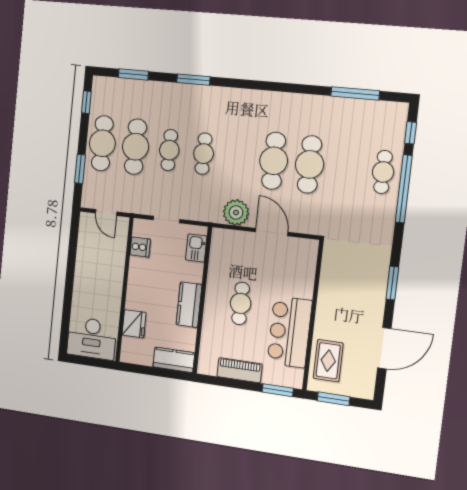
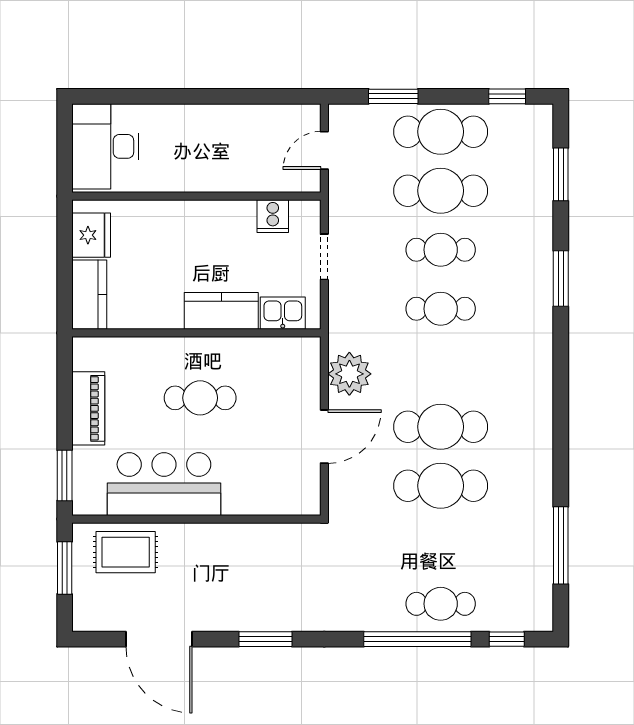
kitchen counter: (189, 305) -> (221, 311), moved
fridge: (134, 324) -> (91, 235), moved, turned -90

